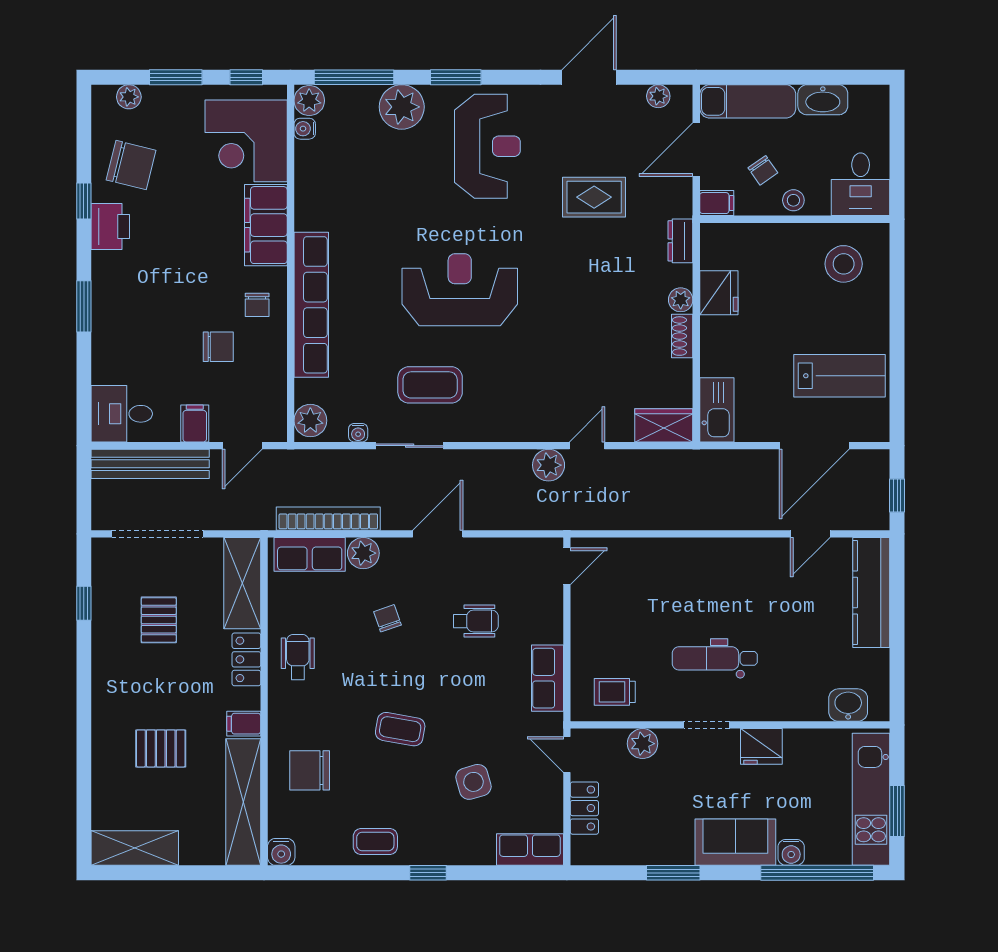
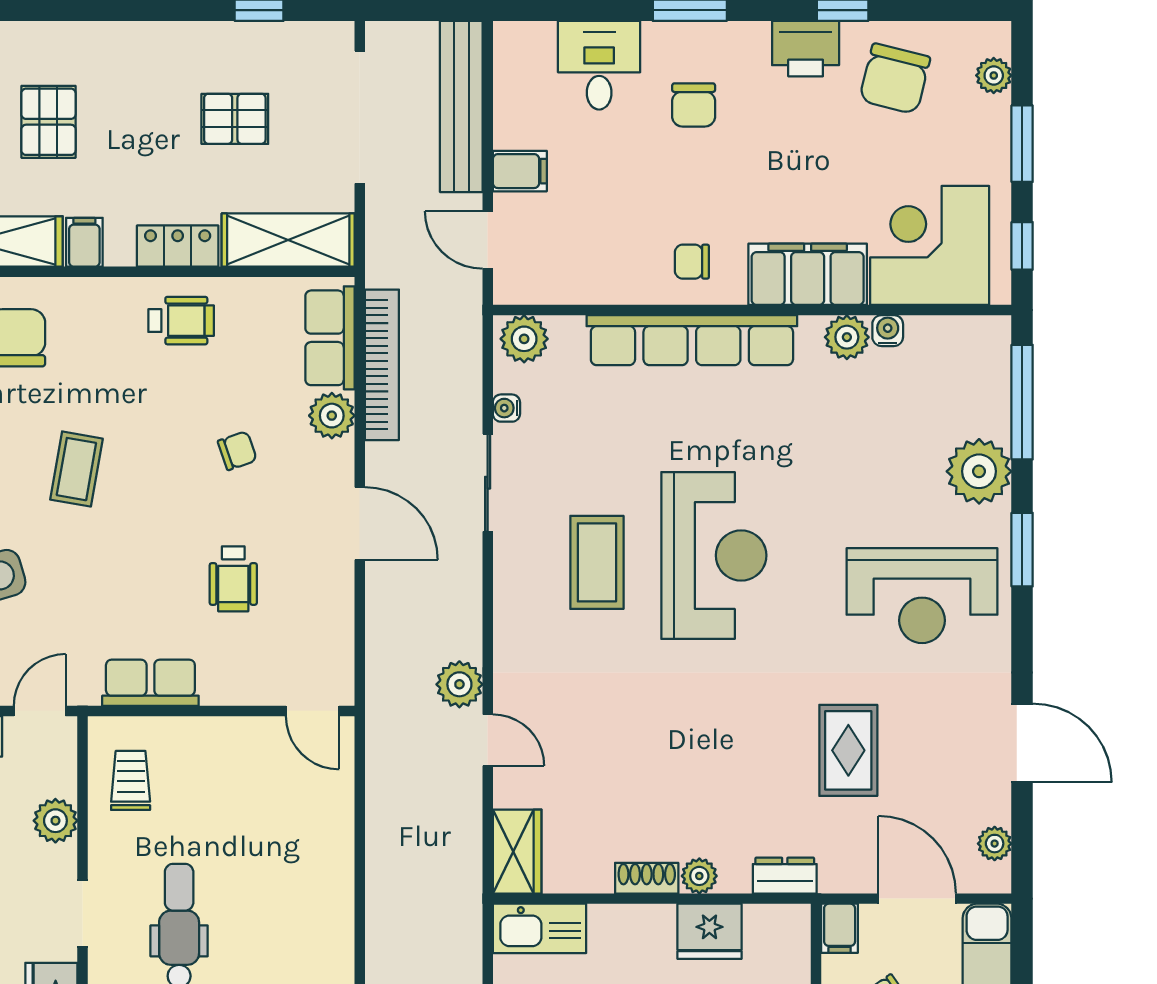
plant: (309, 101) -> (847, 337), moved
water cooler: (305, 129) -> (888, 331), moved
chair: (218, 347) -> (694, 105), moved
coffee table: (430, 385) -> (597, 562), moved
desk: (122, 414) -> (599, 65), moved

